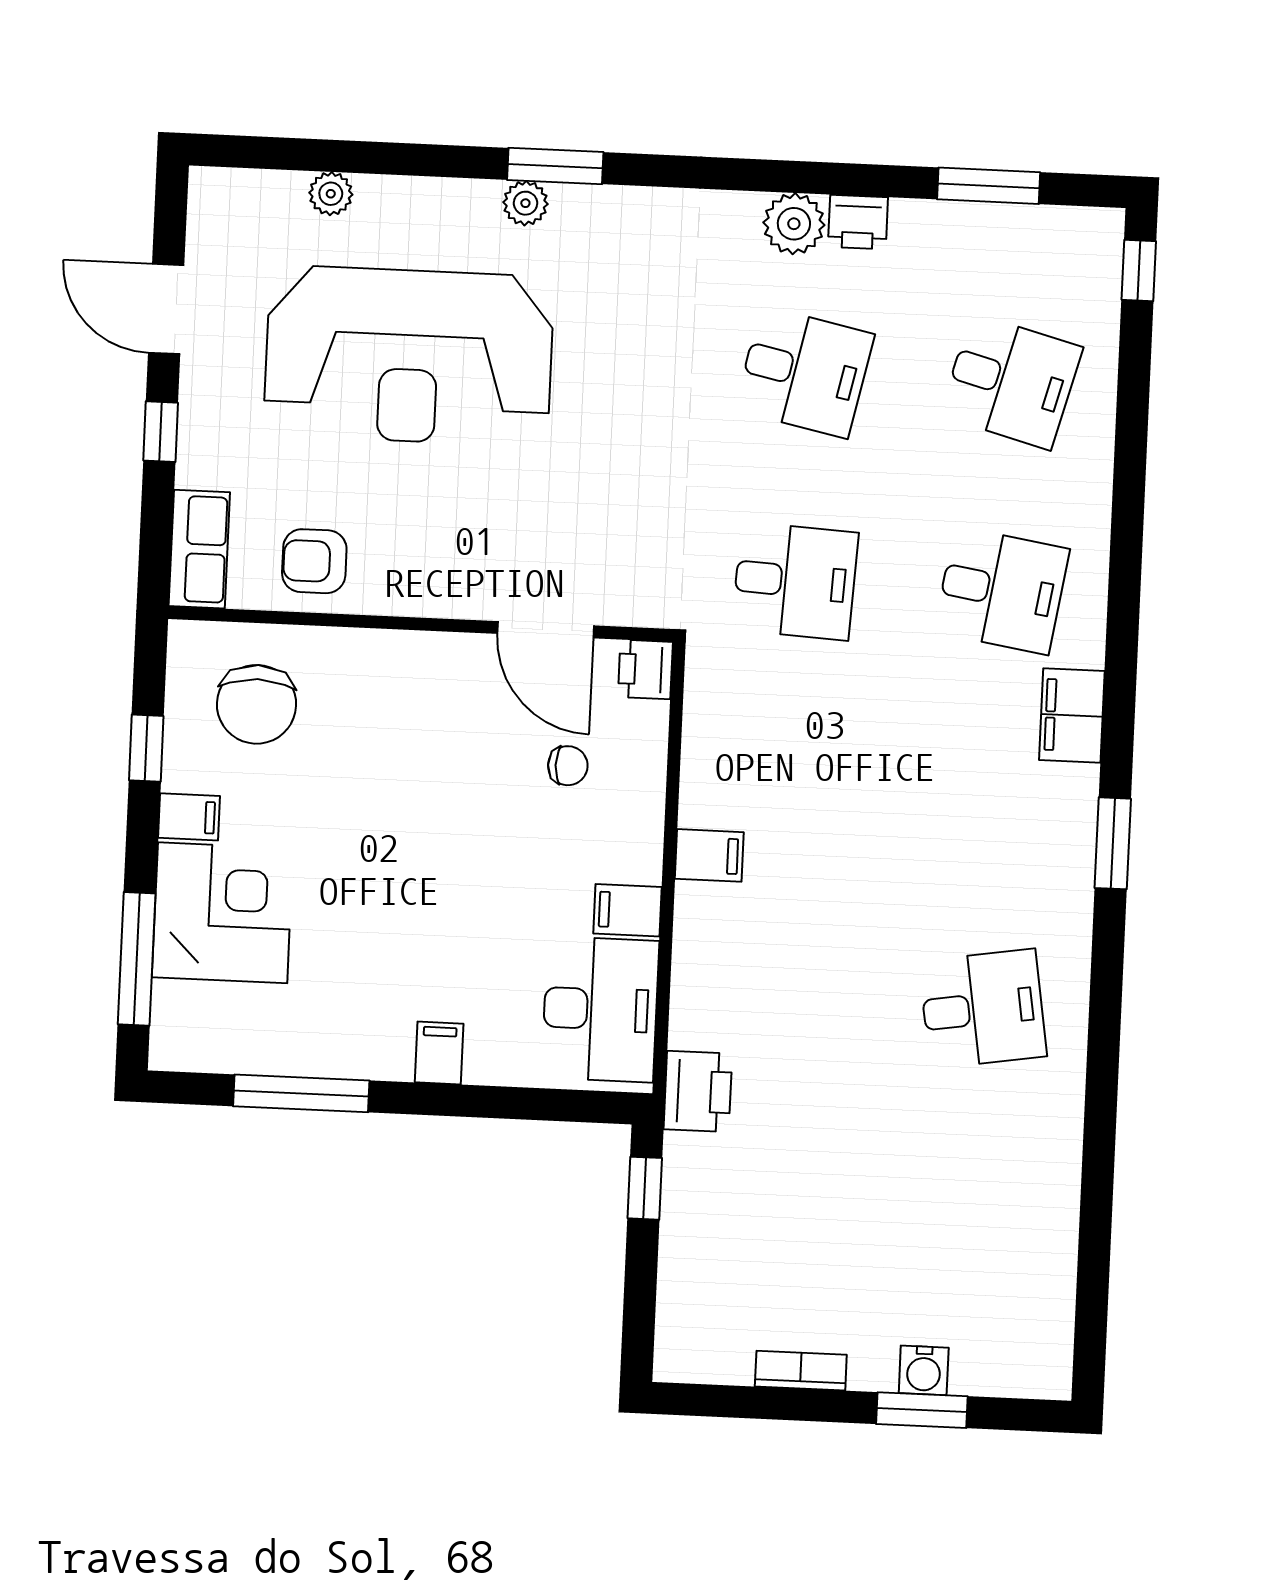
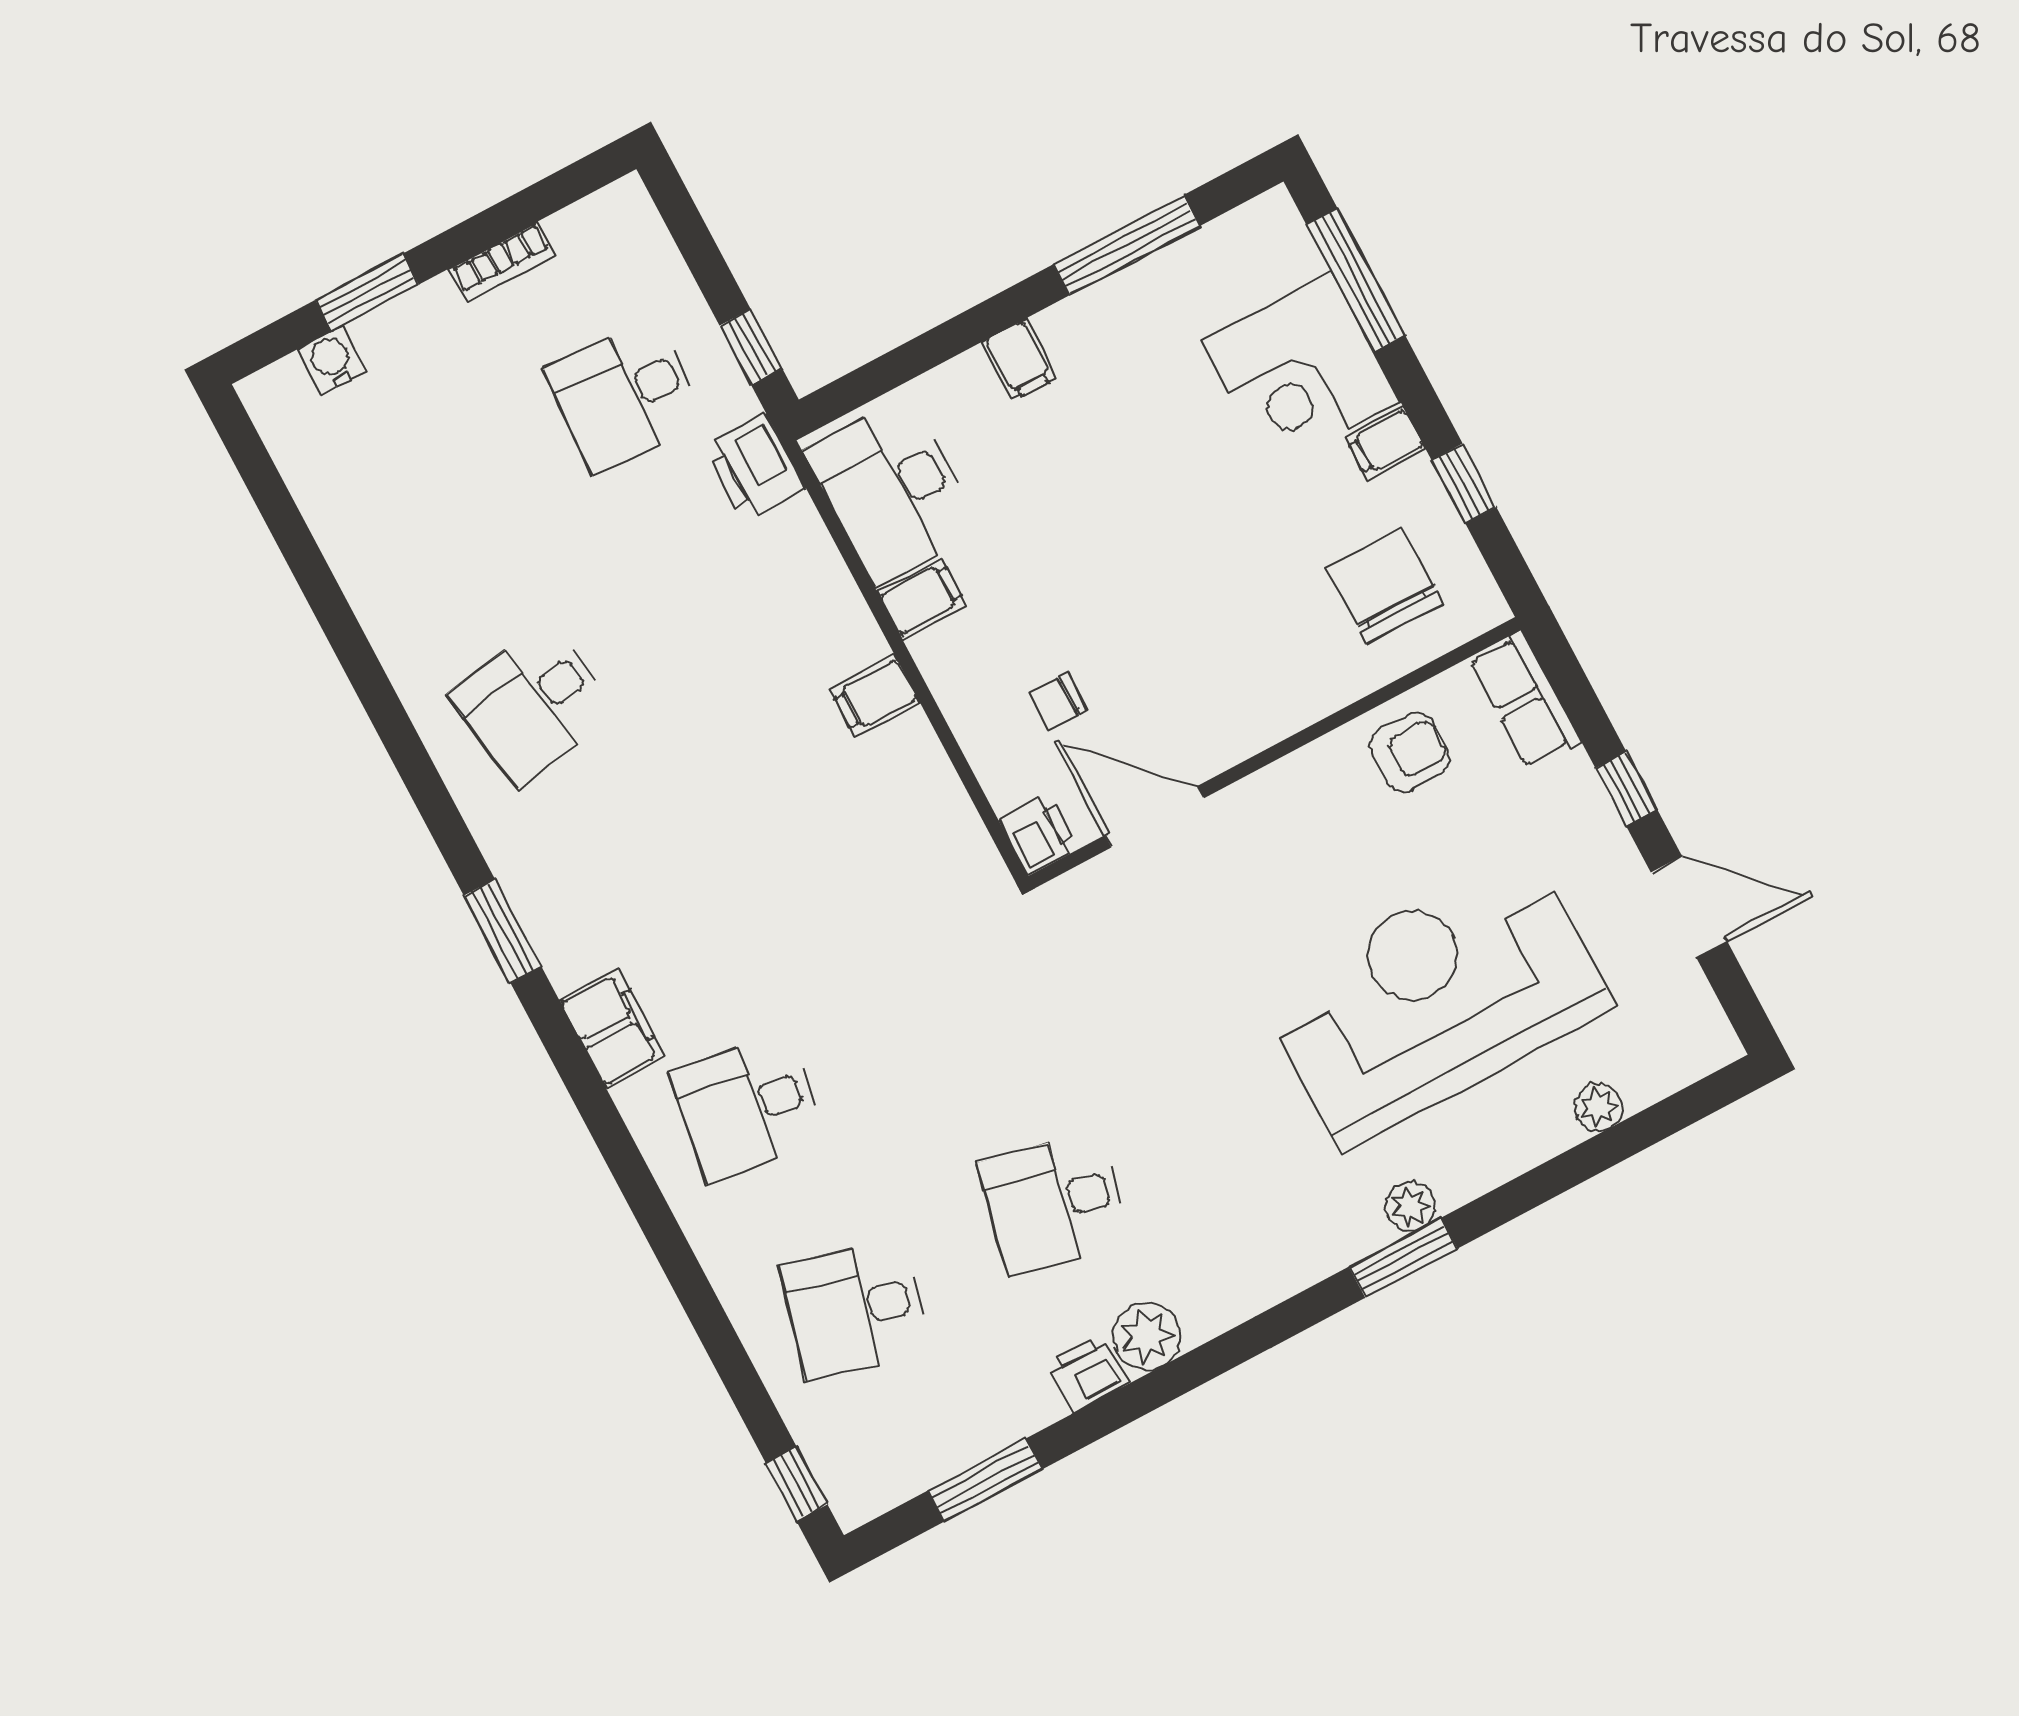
desk: (795, 581) -> (625, 395), moved
water cooler: (924, 1370) -> (332, 360), moved

